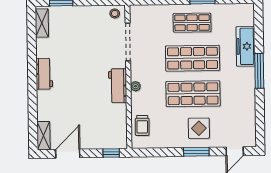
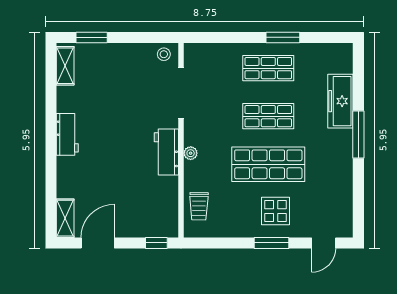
shop shelf: (193, 58) -> (268, 116), width x0.70, depth x0.74

